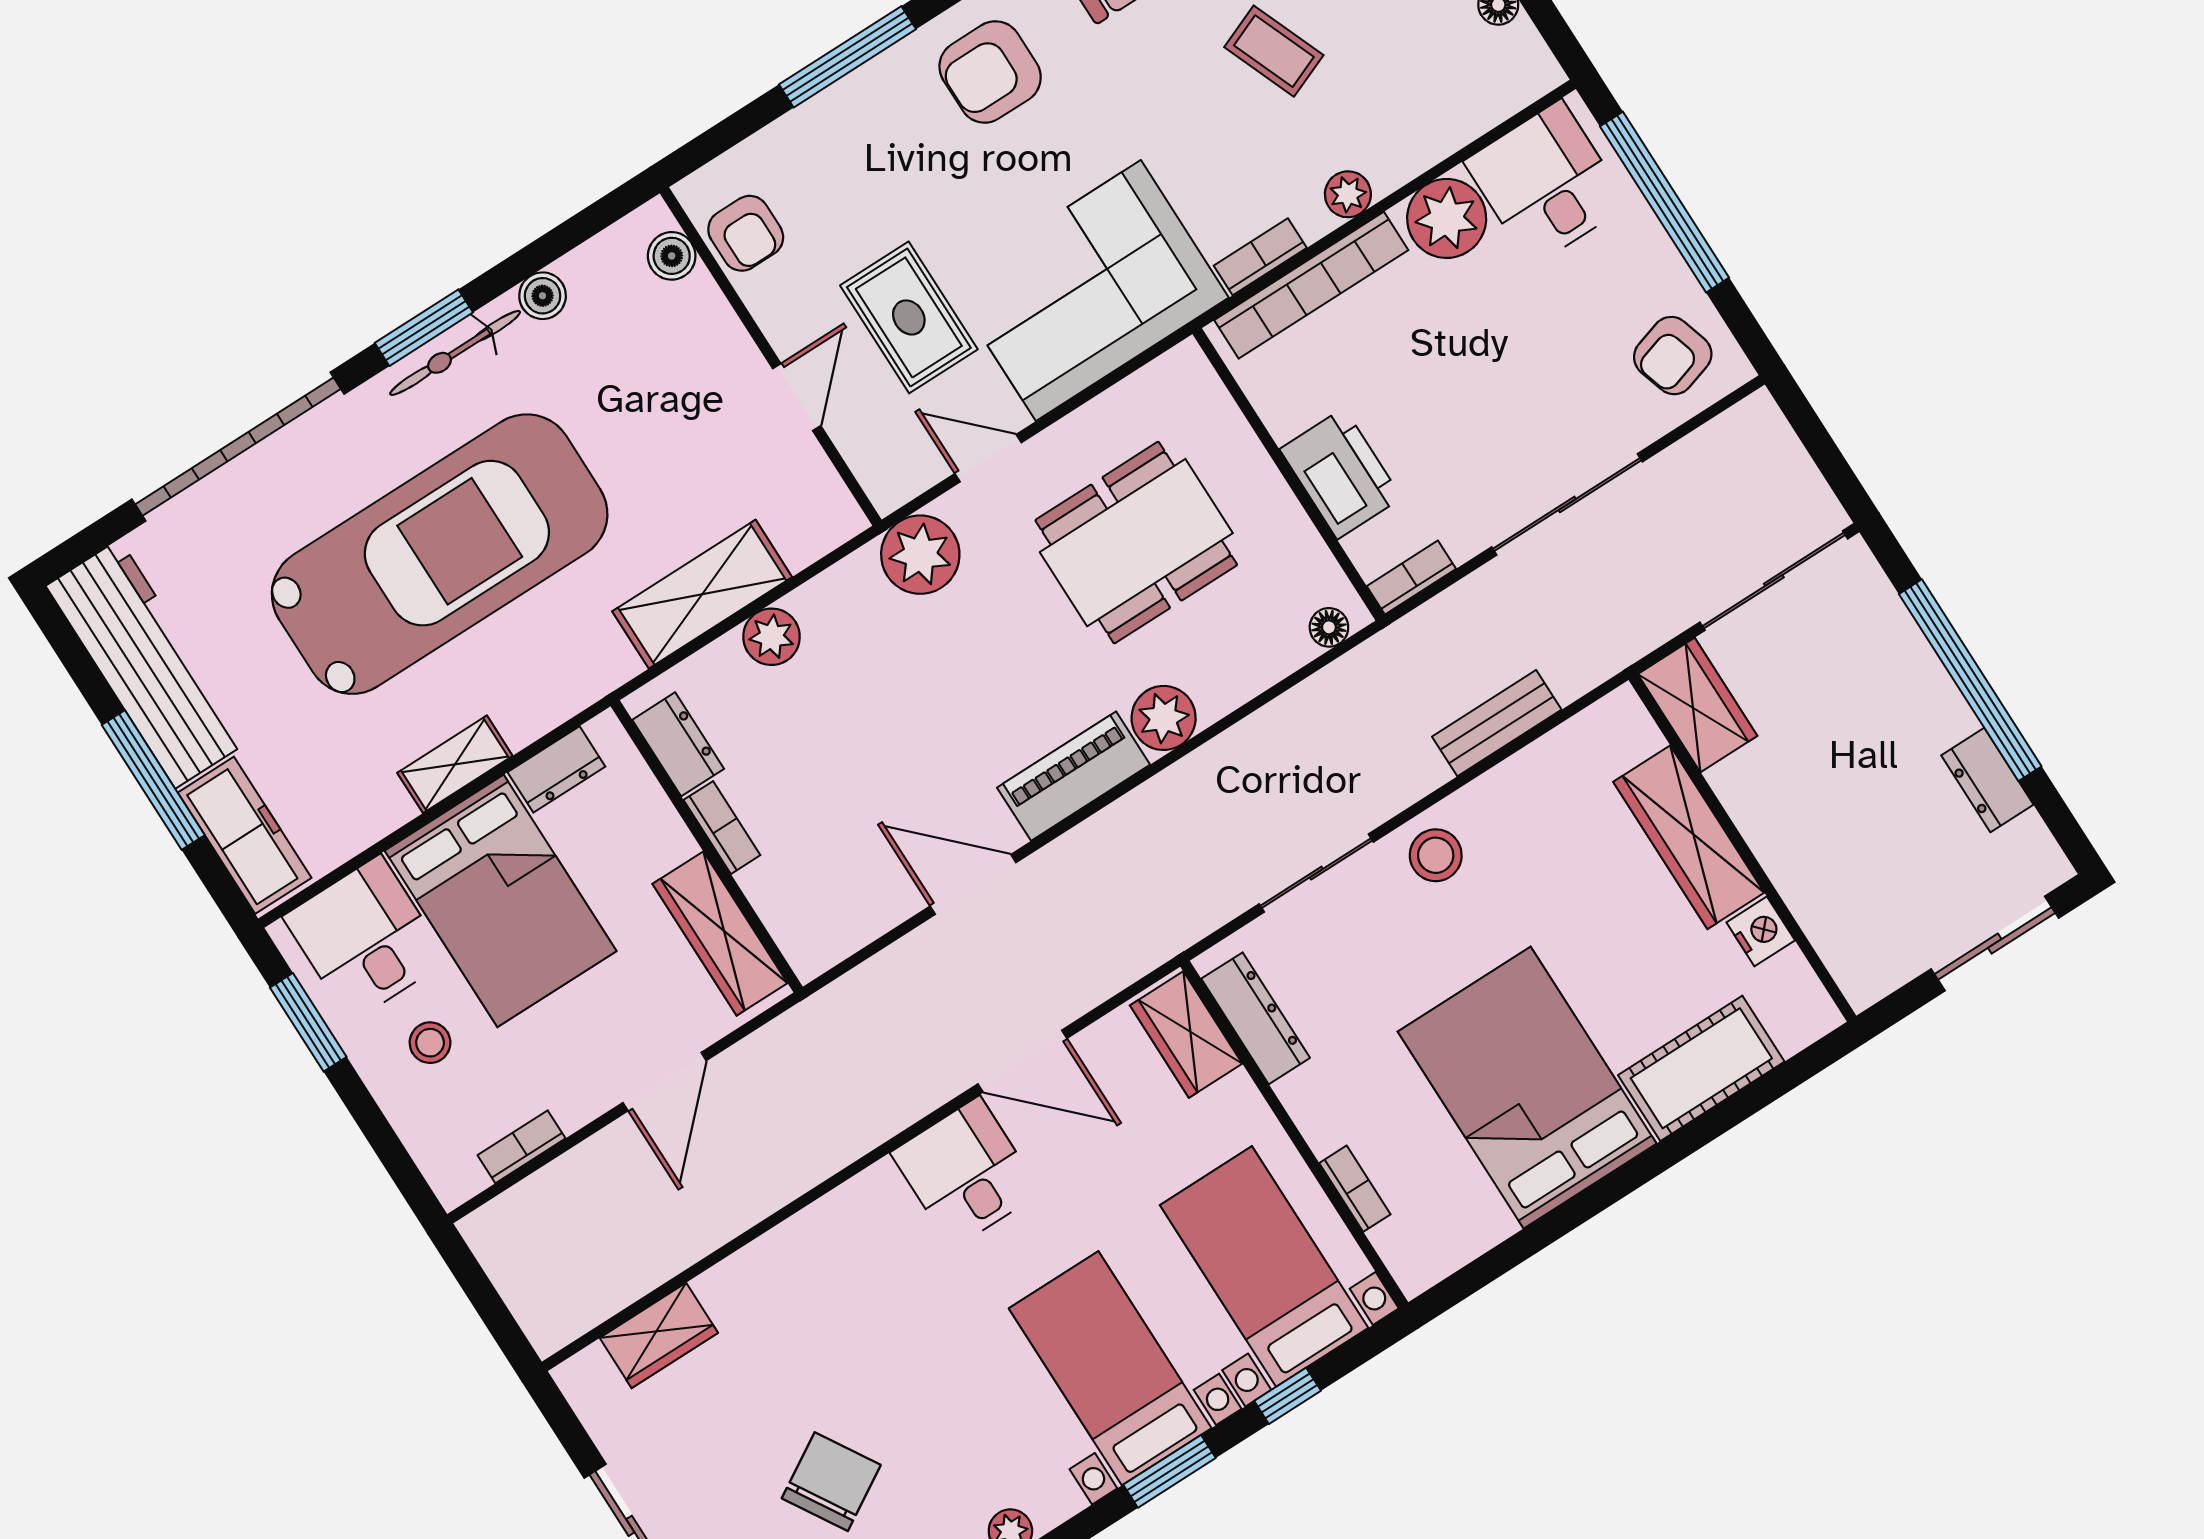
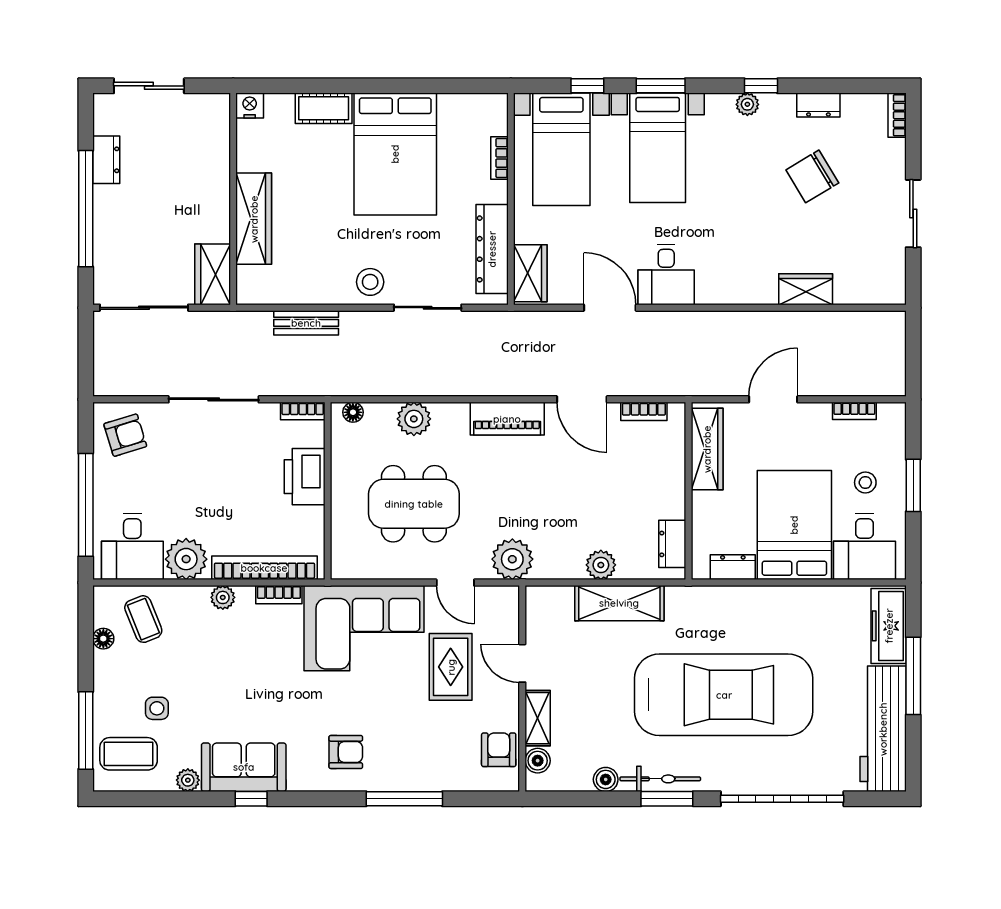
coffee table: (1274, 51) -> (143, 619), moved
armchair: (990, 72) -> (346, 752), width x0.72, depth x0.72
door: (797, 397) -> (522, 663), hinge flipped
car: (440, 554) -> (724, 695), turned 180
plant: (1164, 718) -> (414, 419), moved
shelving: (455, 764) -> (538, 718), moved, turned 90
bookcase: (722, 828) -> (644, 411), moved, turned -90
nightstand: (1761, 931) -> (250, 106), moved, turned 90
dresser: (1256, 1018) -> (492, 249), width x1.37, depth x1.24
window: (308, 1022) -> (913, 485), moved
cot: (1701, 1068) -> (324, 108), width x0.73, depth x0.75
wardrobe: (659, 1335) -> (806, 289), moved

